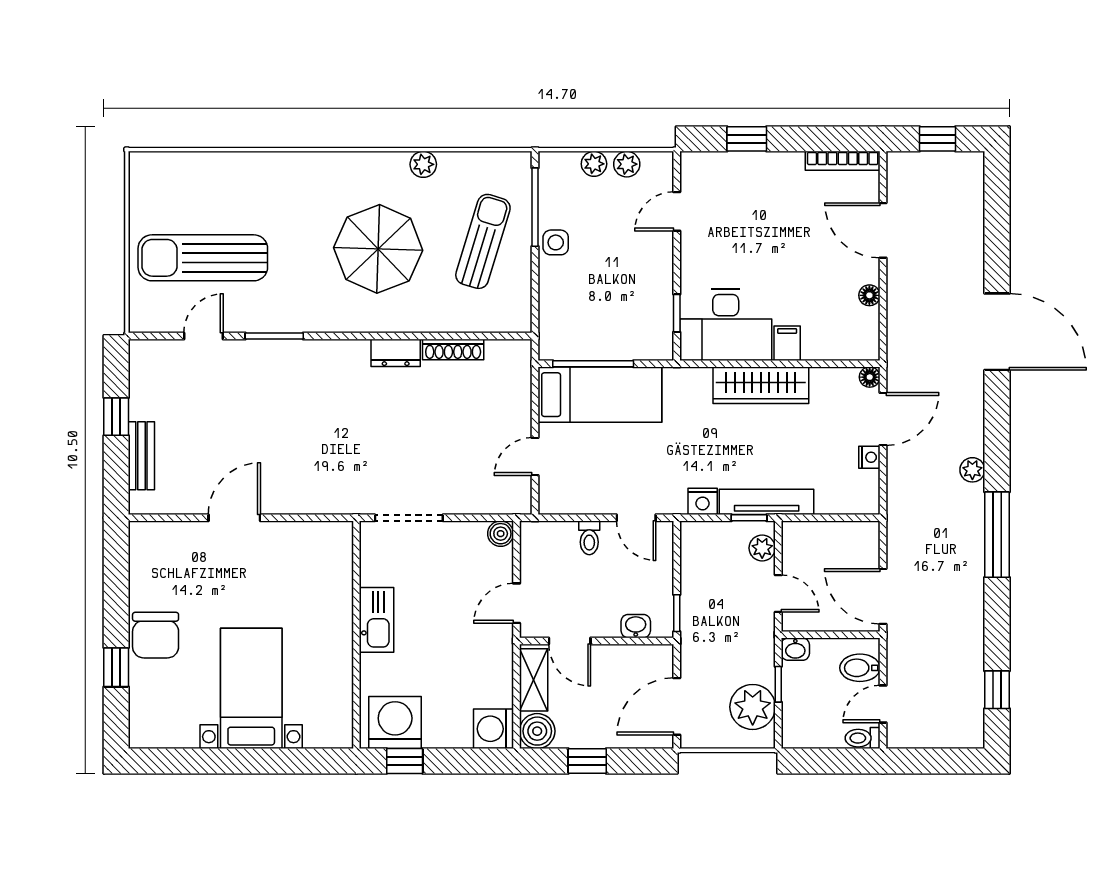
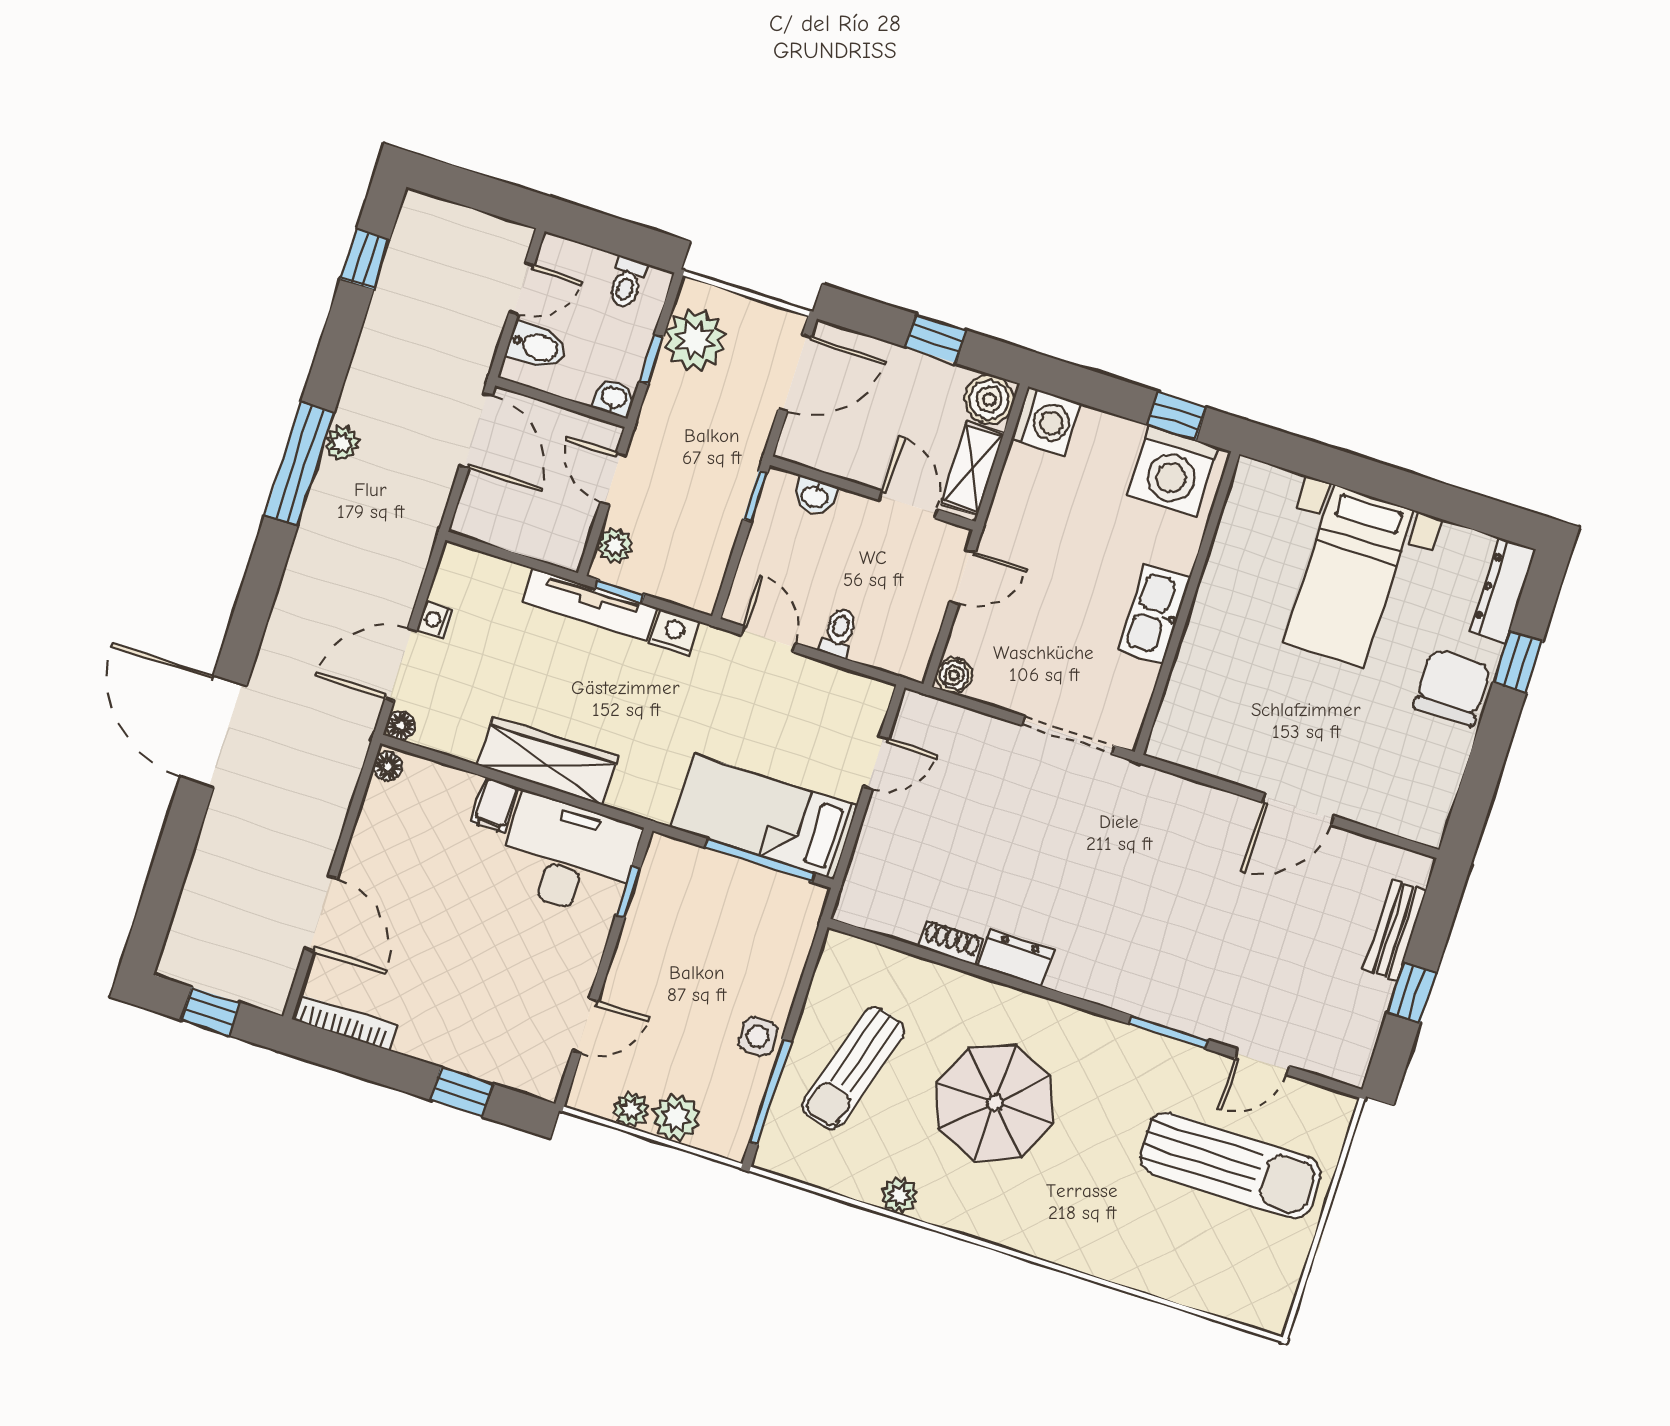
plant: (594, 164) -> (676, 1118), width x1.38, depth x1.38
floor lamp: (869, 295) -> (388, 766), moved
shoe rack: (453, 349) -> (951, 942), width x0.70
plant: (972, 470) -> (342, 443), moved
dresser: (142, 713) -> (1503, 590), added
toilet: (863, 738) -> (627, 283), moved, turned 90

